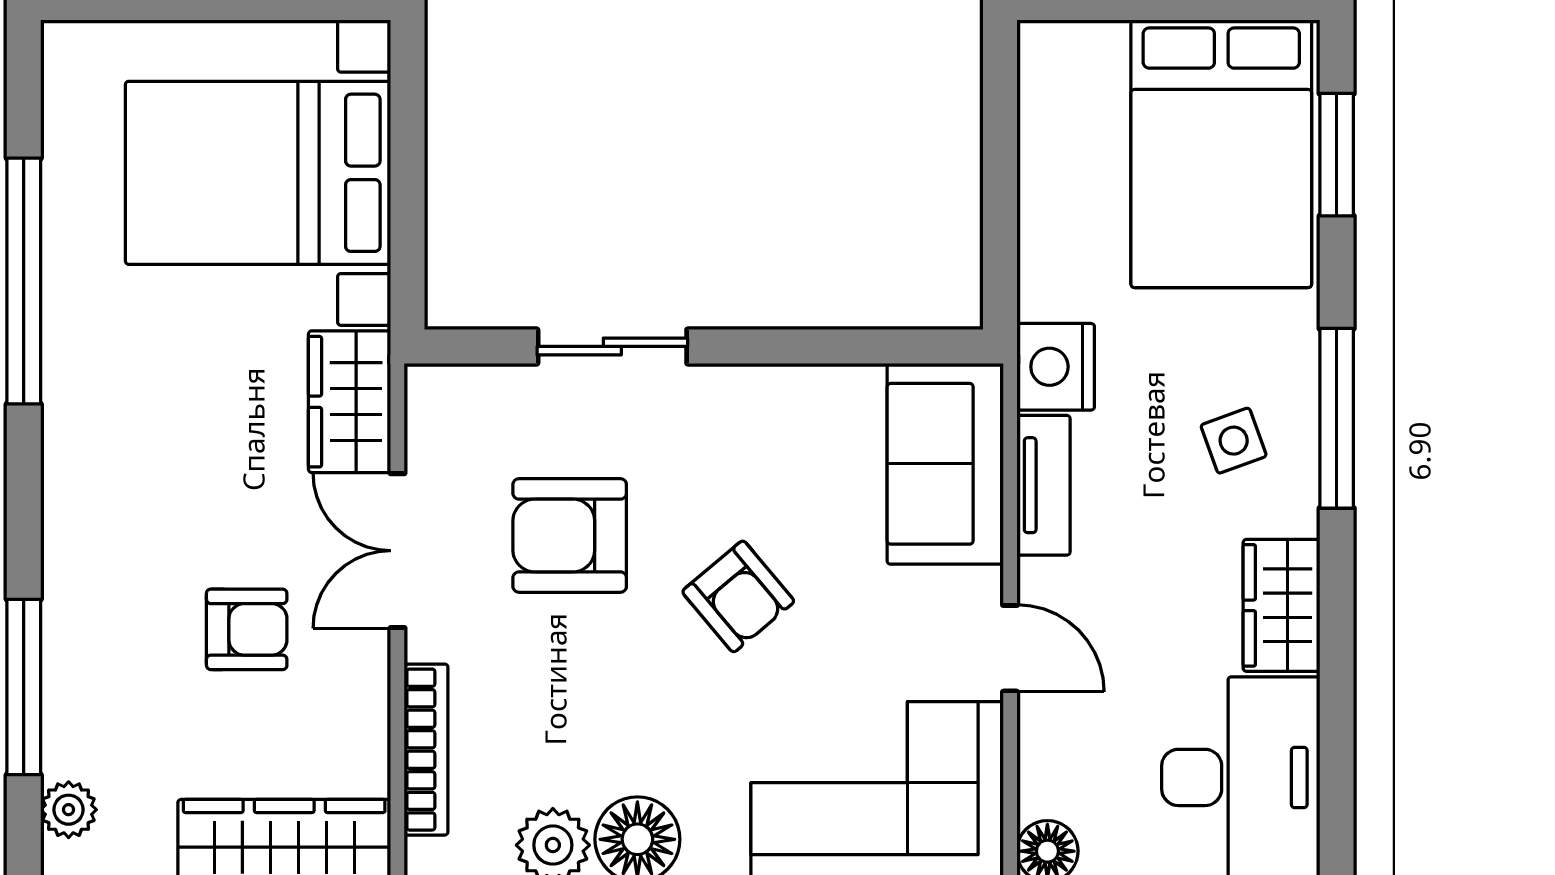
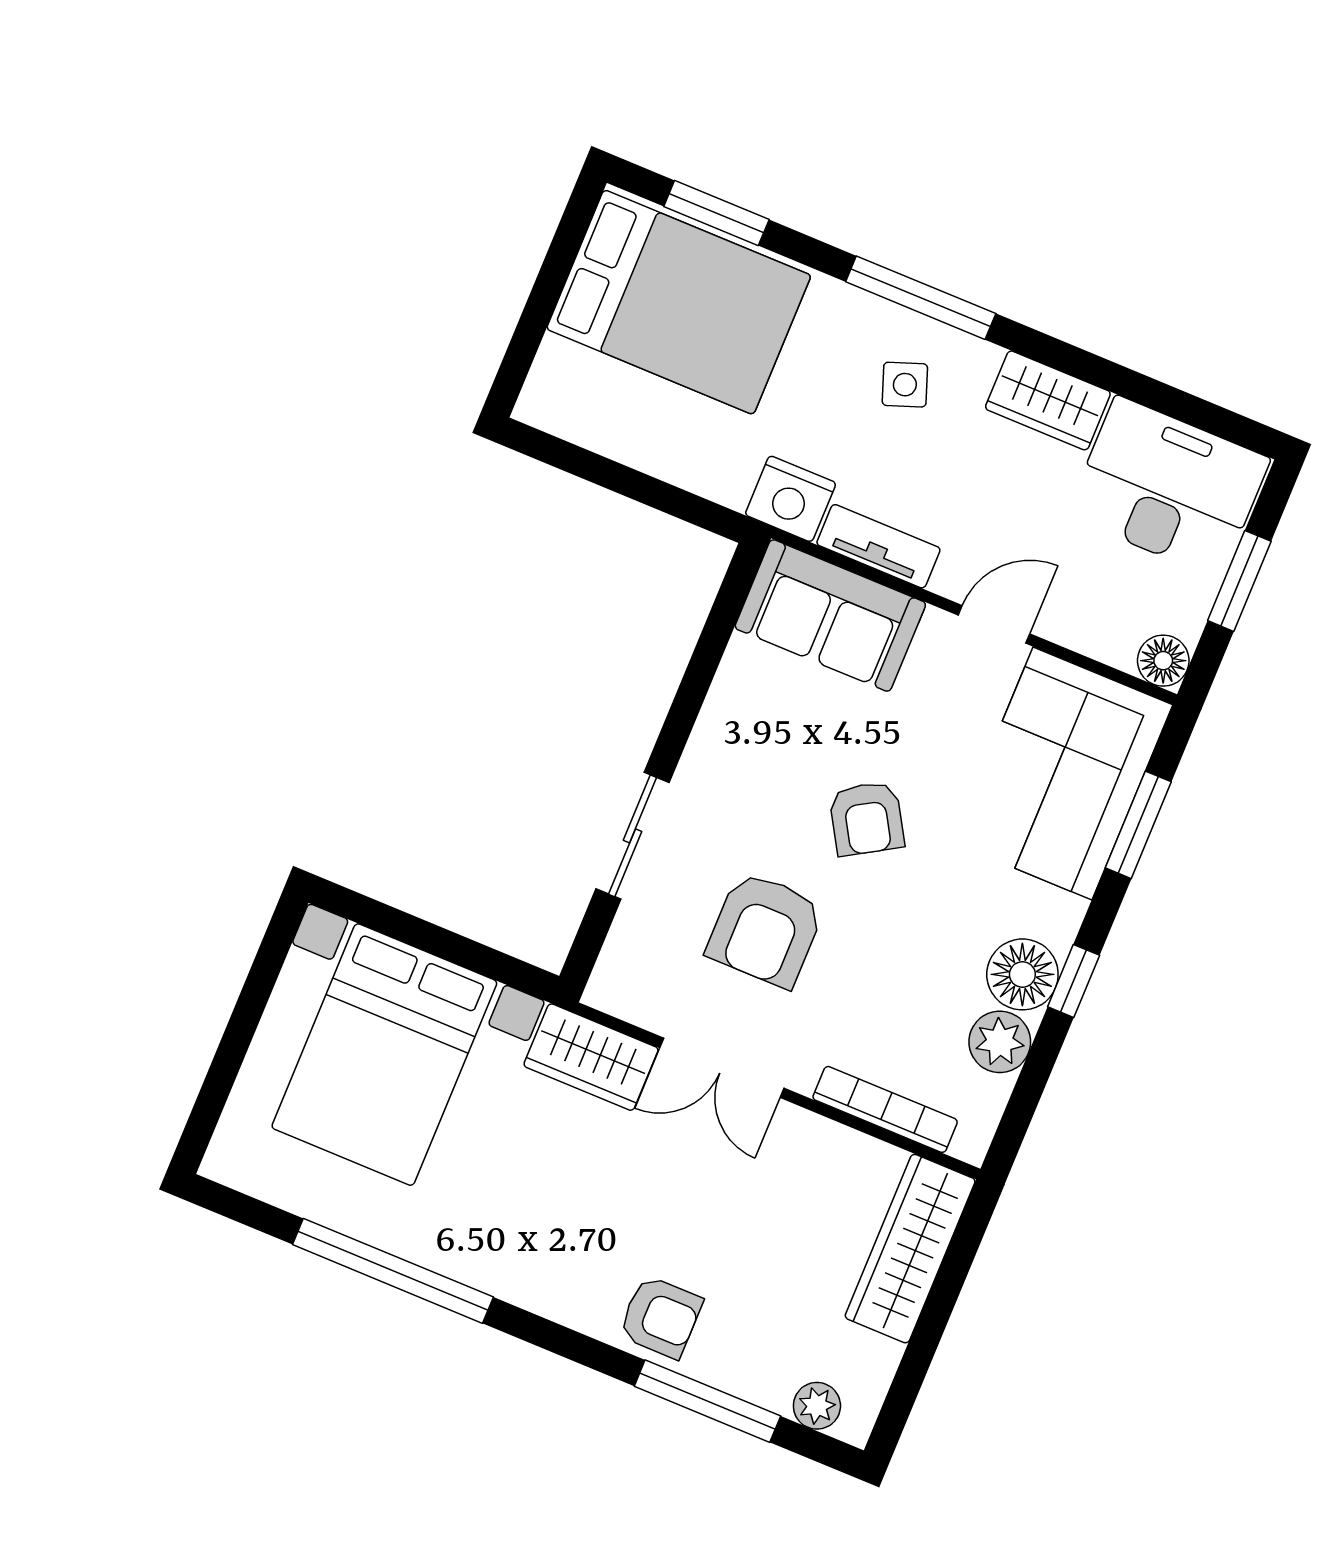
armchair: (738, 596) -> (867, 818), turned 99
armchair: (247, 629) -> (660, 1317), moved, turned 90

